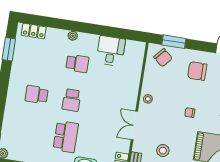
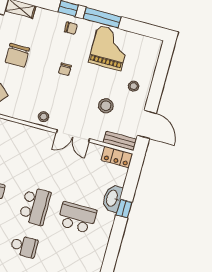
school desk: (37, 95) -> (24, 246), turned -90
school desk: (72, 100) -> (35, 206), width x1.85

